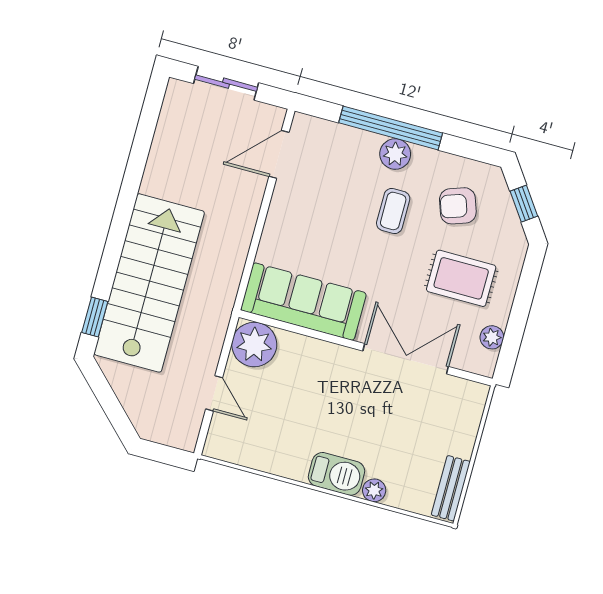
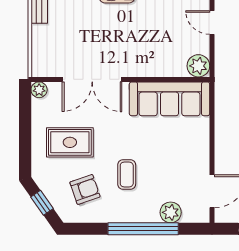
plant: (395, 154) -> (171, 212), moved
plant: (492, 337) -> (39, 90), moved
plant: (254, 344) -> (198, 66), width x0.73, depth x0.73

